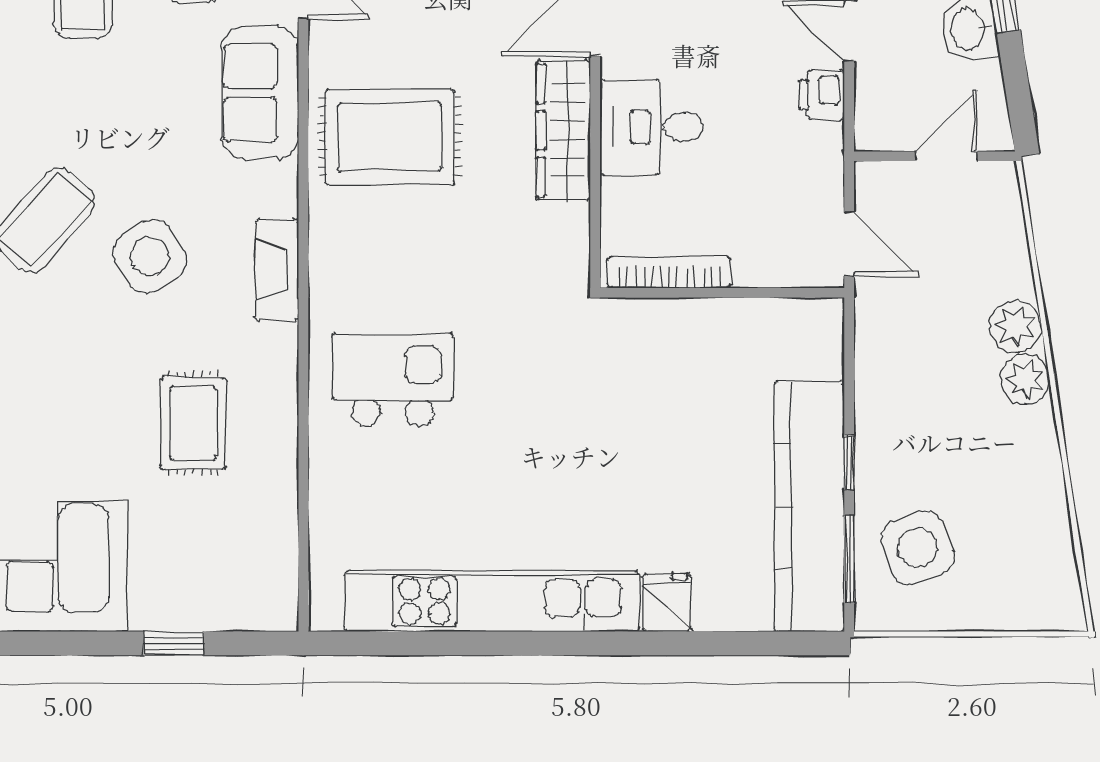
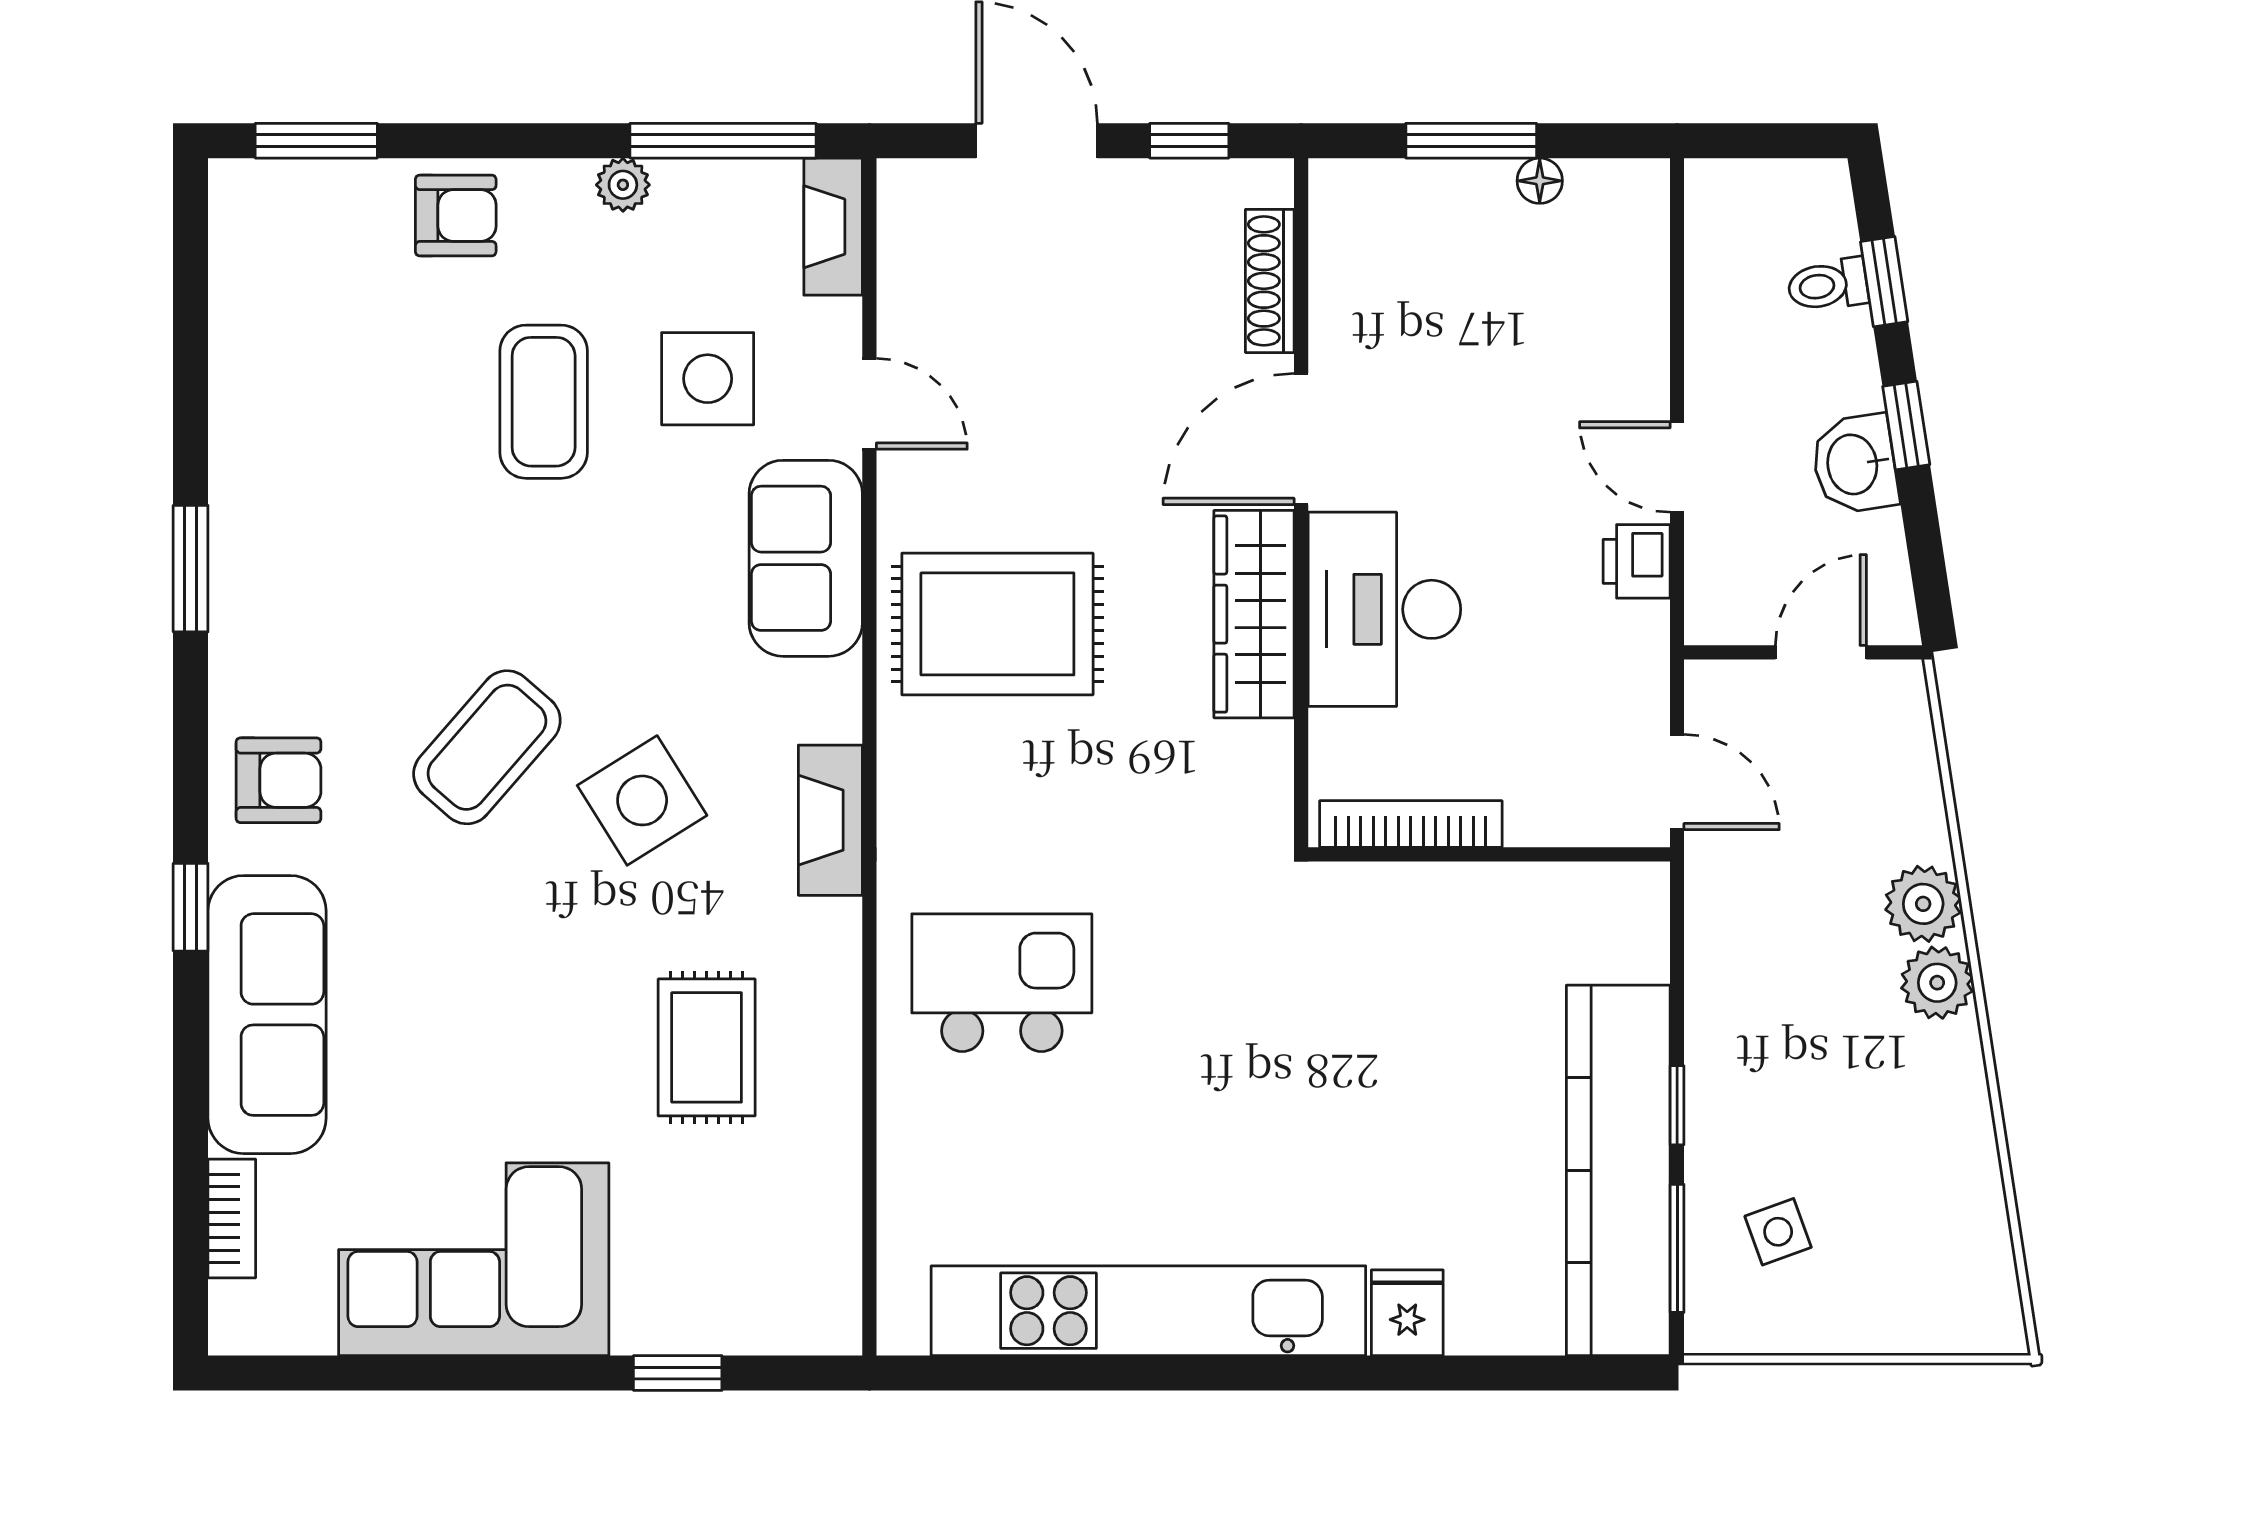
desk: (651, 127) -> (1384, 609), width x1.37
side table: (917, 548) -> (1778, 1232), width x0.54, depth x0.54

